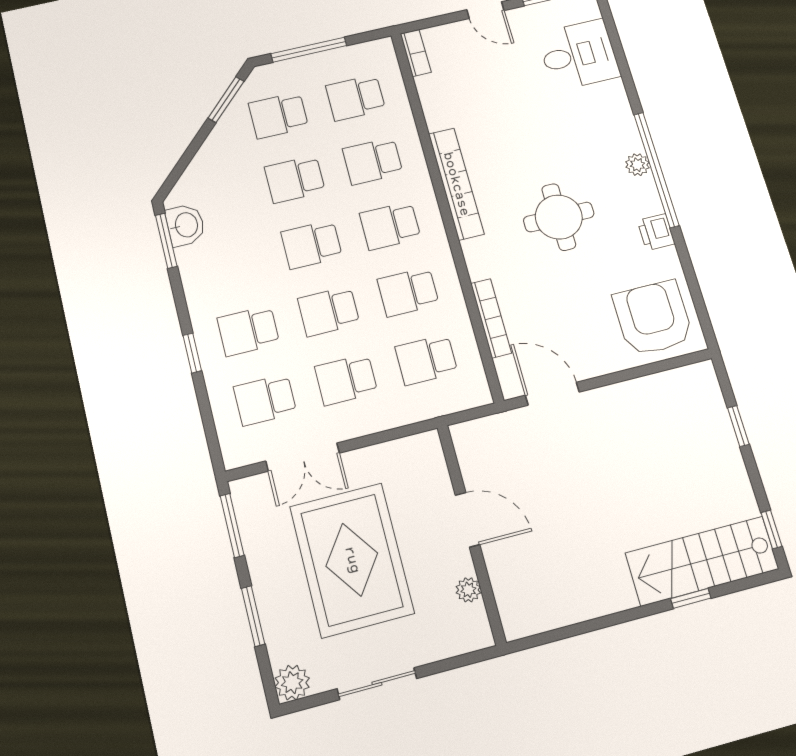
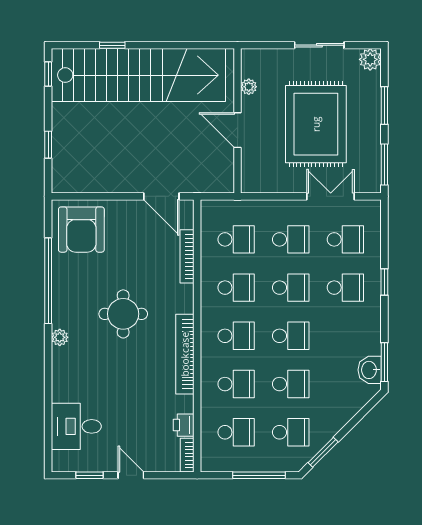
window: (656, 170) -> (48, 281), moved
printer: (656, 232) -> (184, 425), moved, turned 180
stairs: (702, 561) -> (138, 75), width x1.86, depth x1.51

